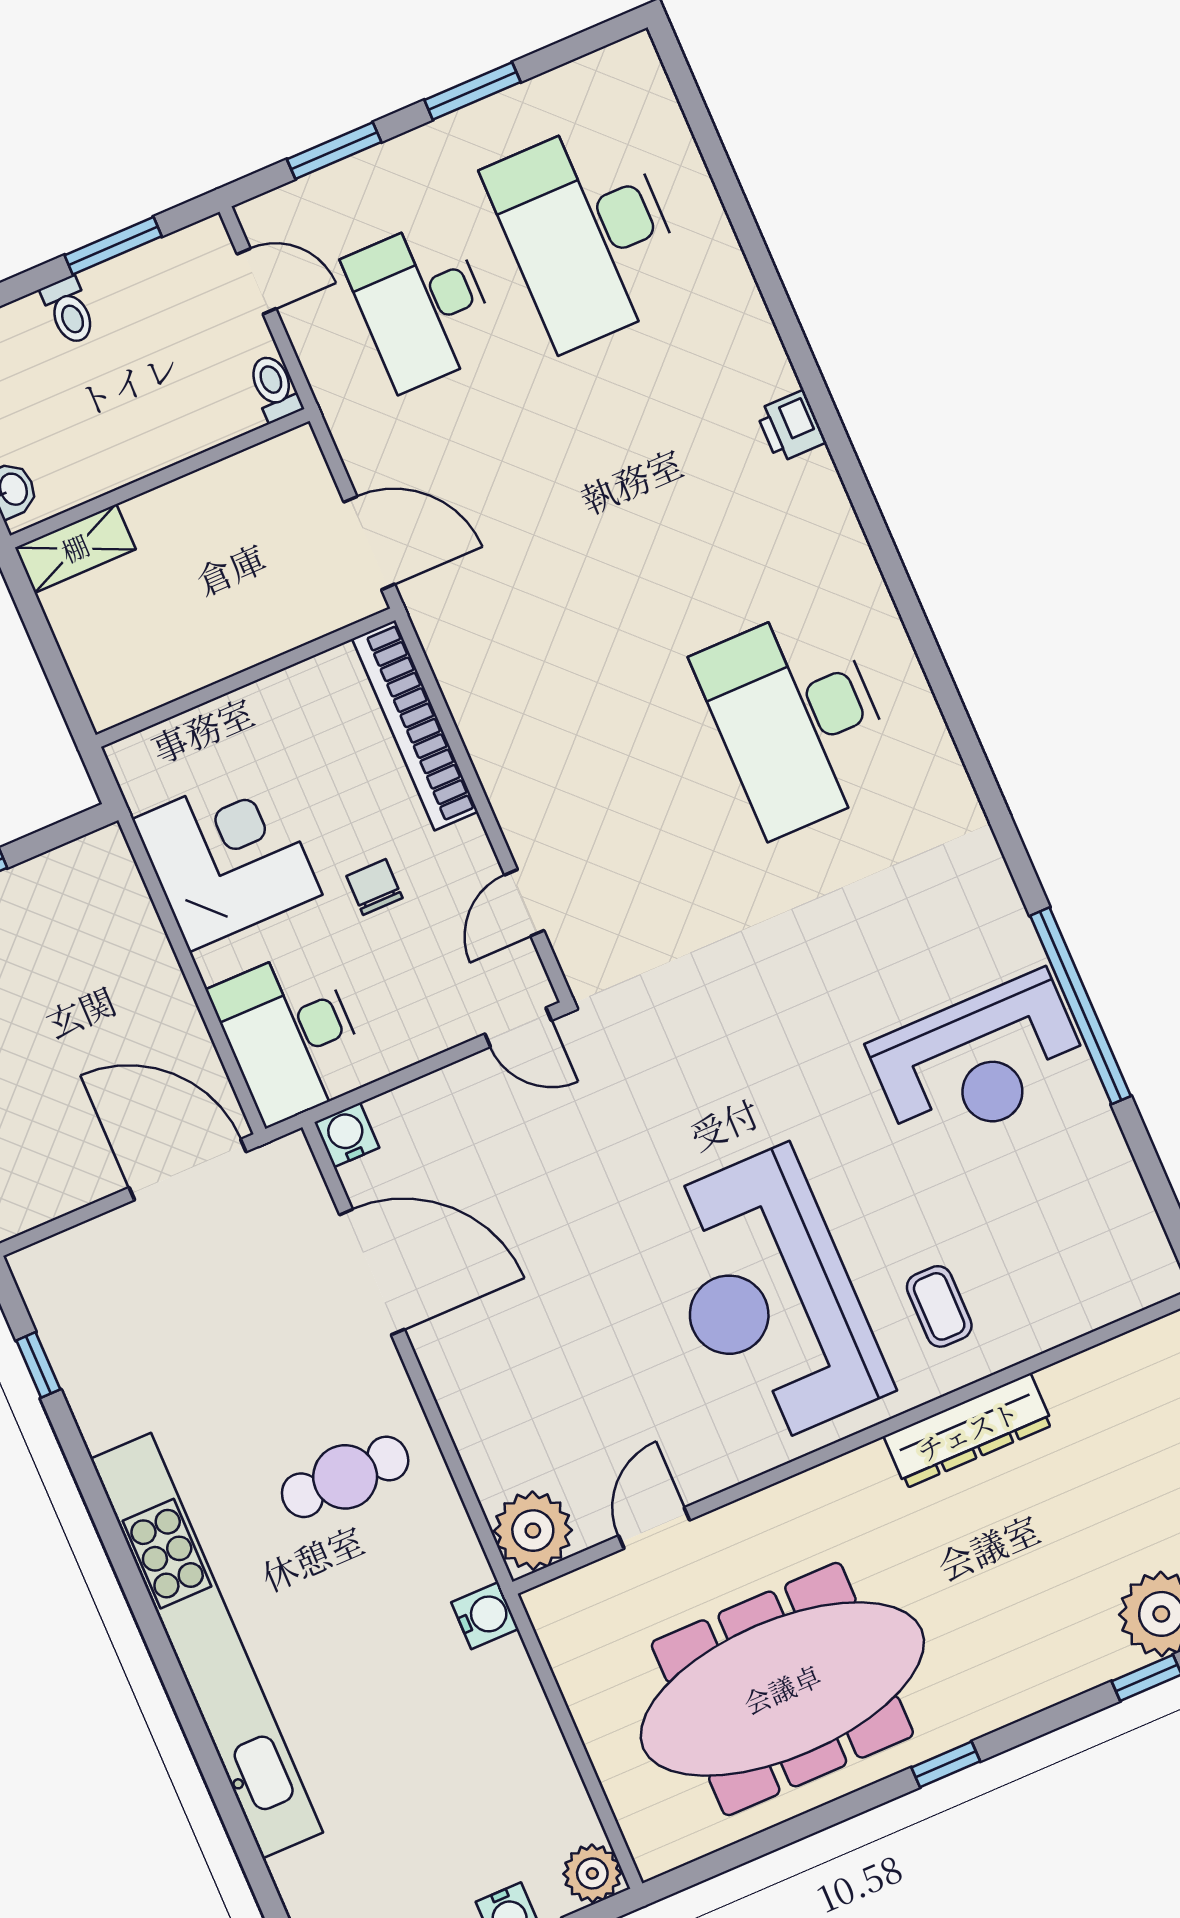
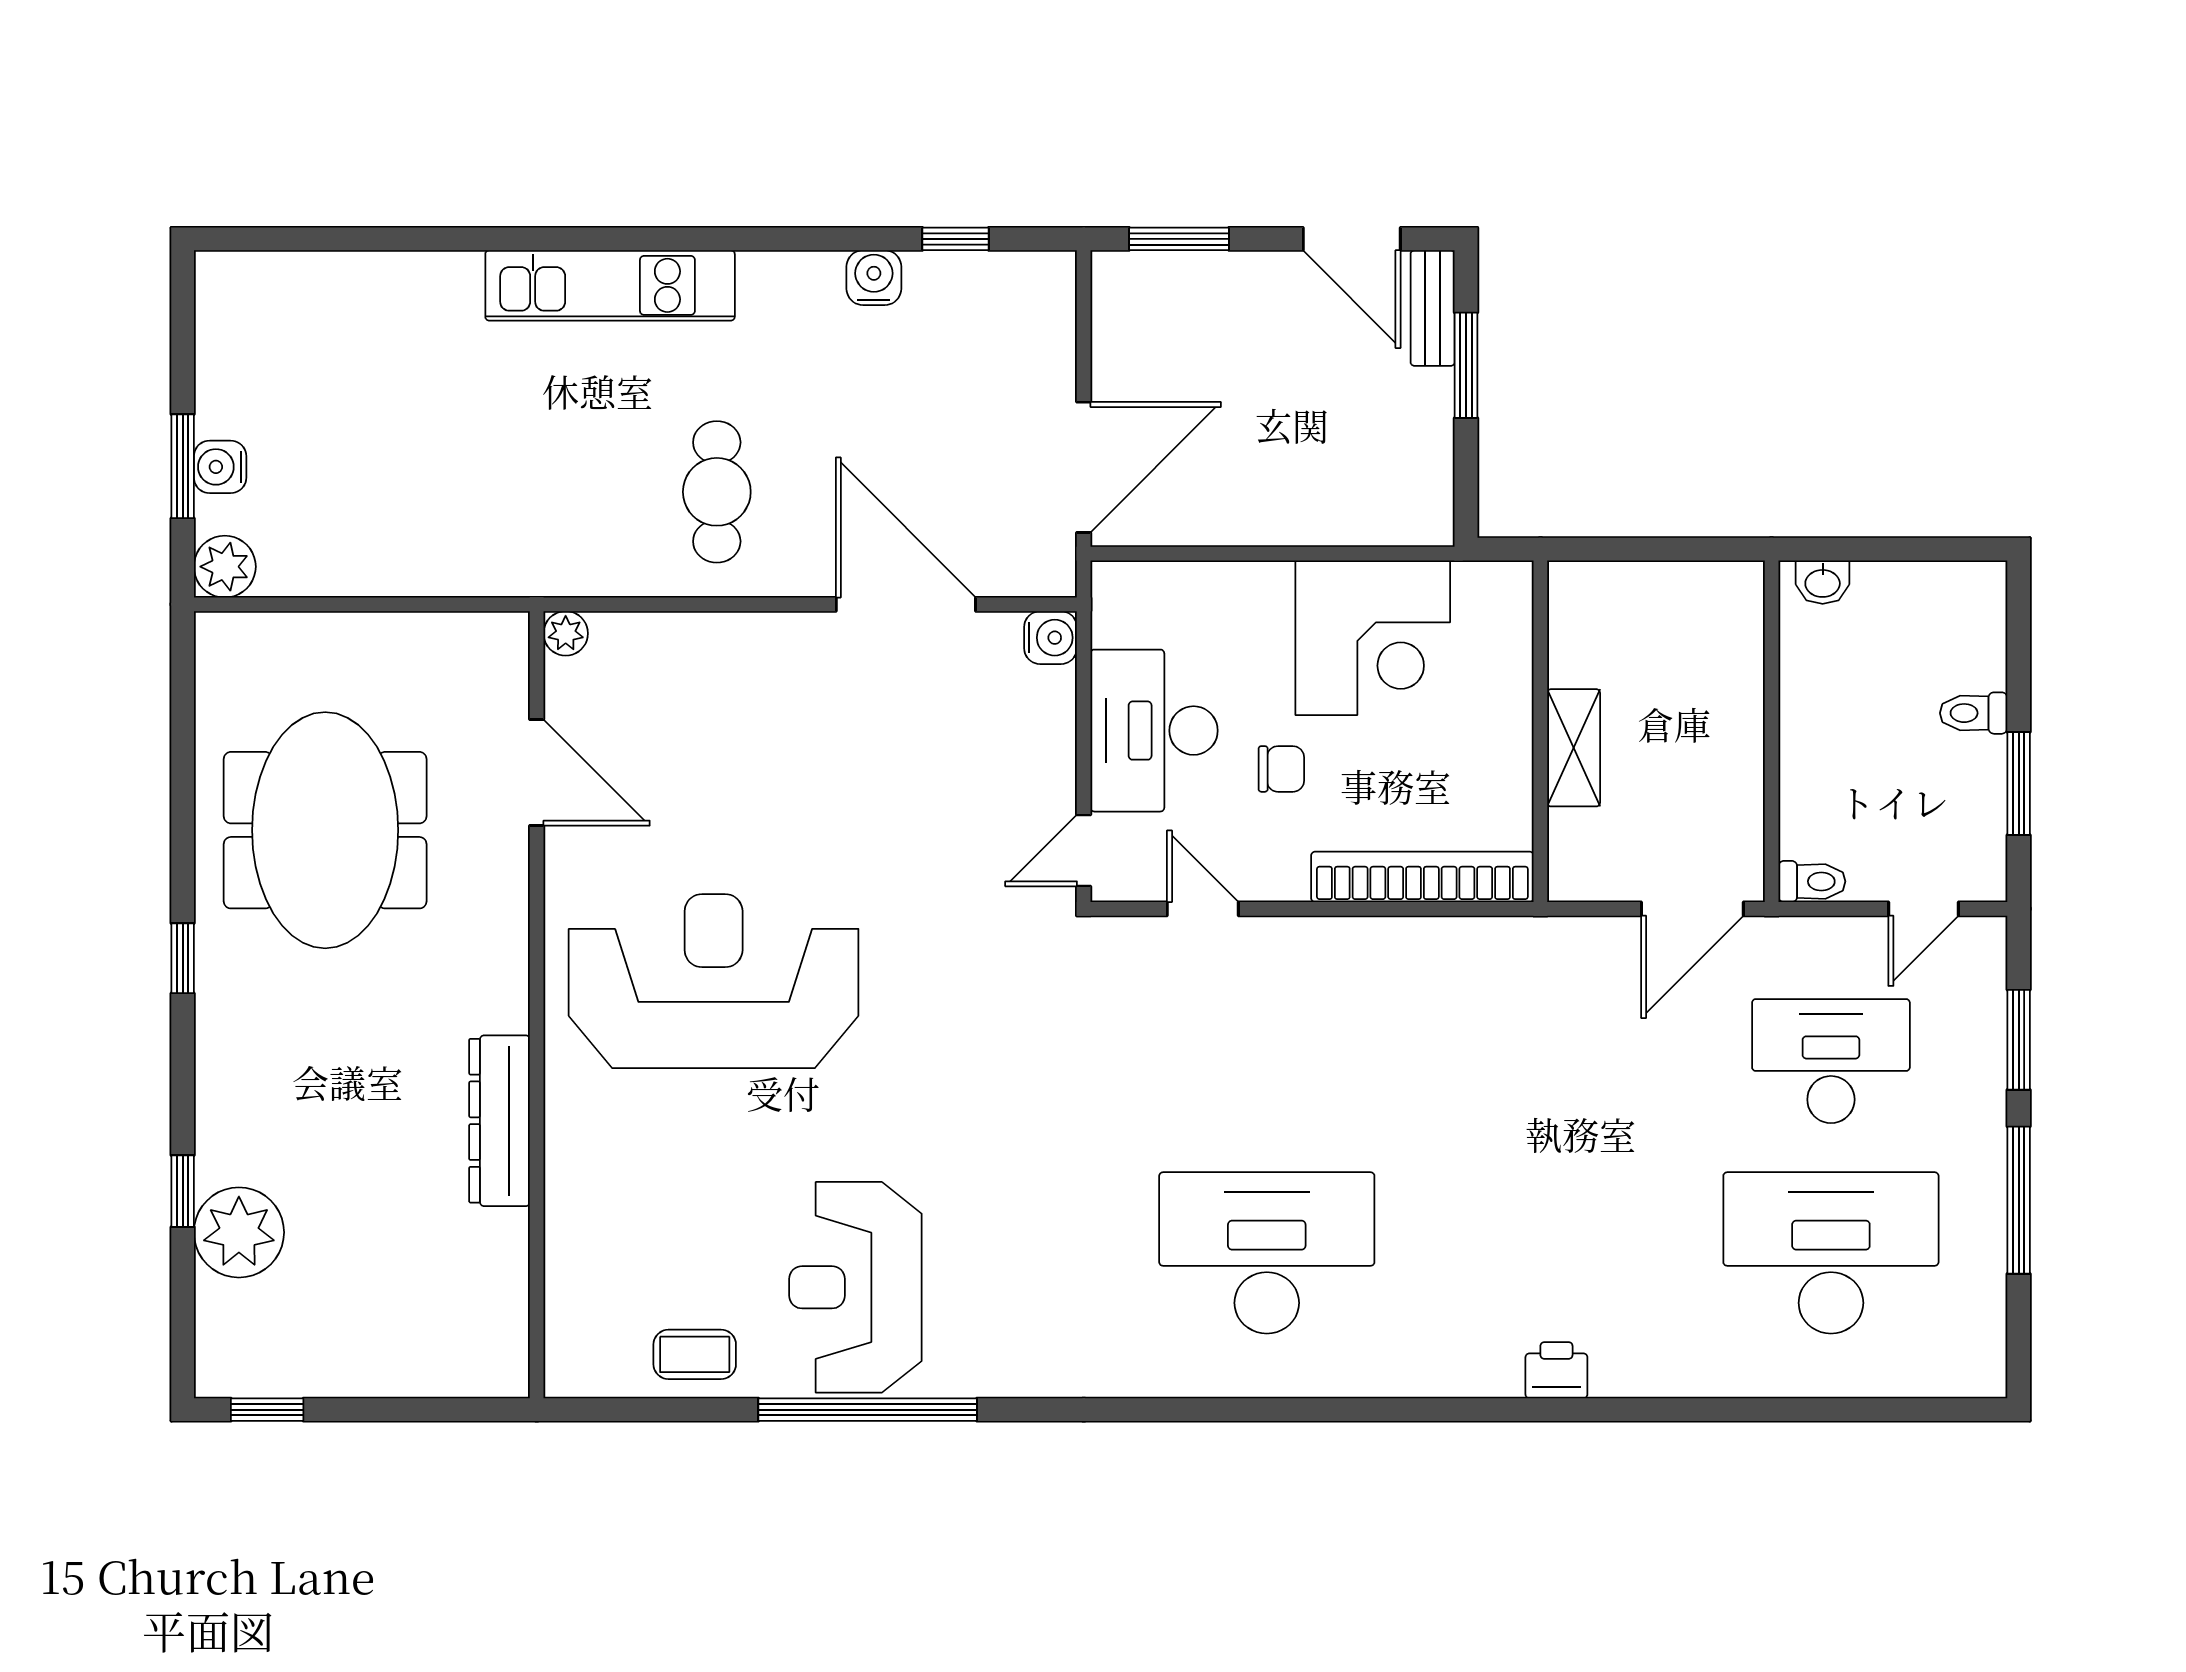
window: (472, 91) -> (2019, 1200), width x1.44
door: (369, 543) -> (1692, 909), moved
shelving: (75, 548) -> (1574, 748), moved
desk: (290, 1036) -> (1154, 731), moved, turned -90
door: (372, 1272) -> (906, 604), swing flipped
coffee table: (939, 1306) -> (695, 1354), moved
door: (654, 1528) -> (537, 773), width x1.38
plant: (533, 1531) -> (566, 633), width x0.53, depth x0.53
water cooler: (485, 1616) -> (874, 278), moved, turned 180
kitchen unit: (207, 1646) -> (610, 285), width x0.54
meeting table: (782, 1689) -> (325, 830), width x0.73

